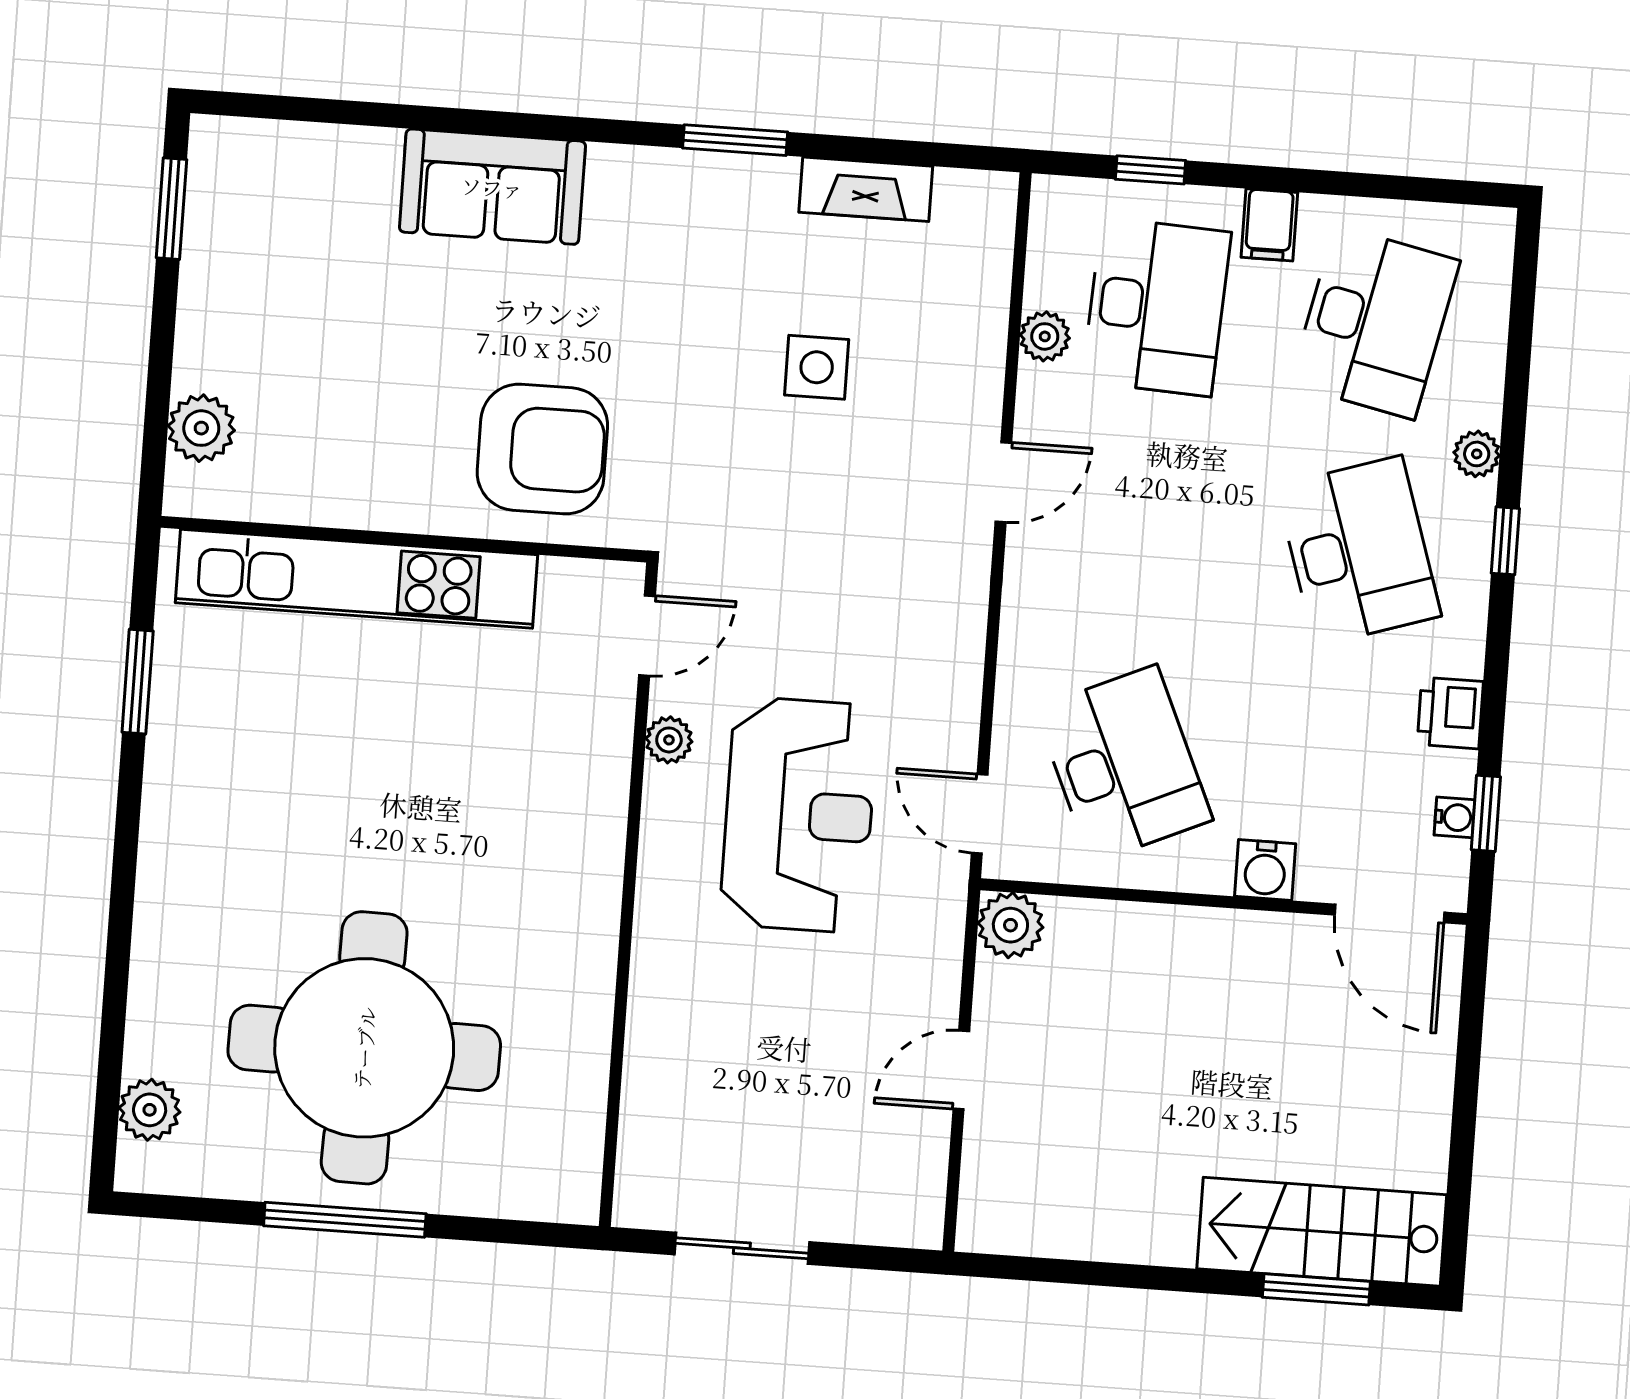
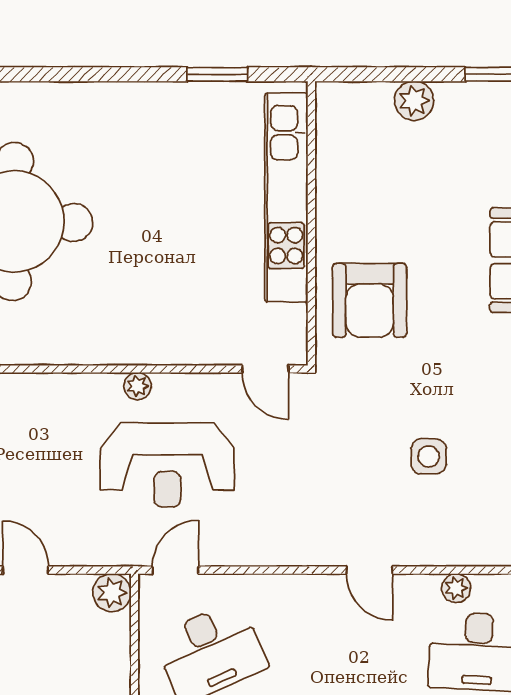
plant: (201, 428) -> (414, 101), moved
plant: (669, 740) -> (138, 386), moved

